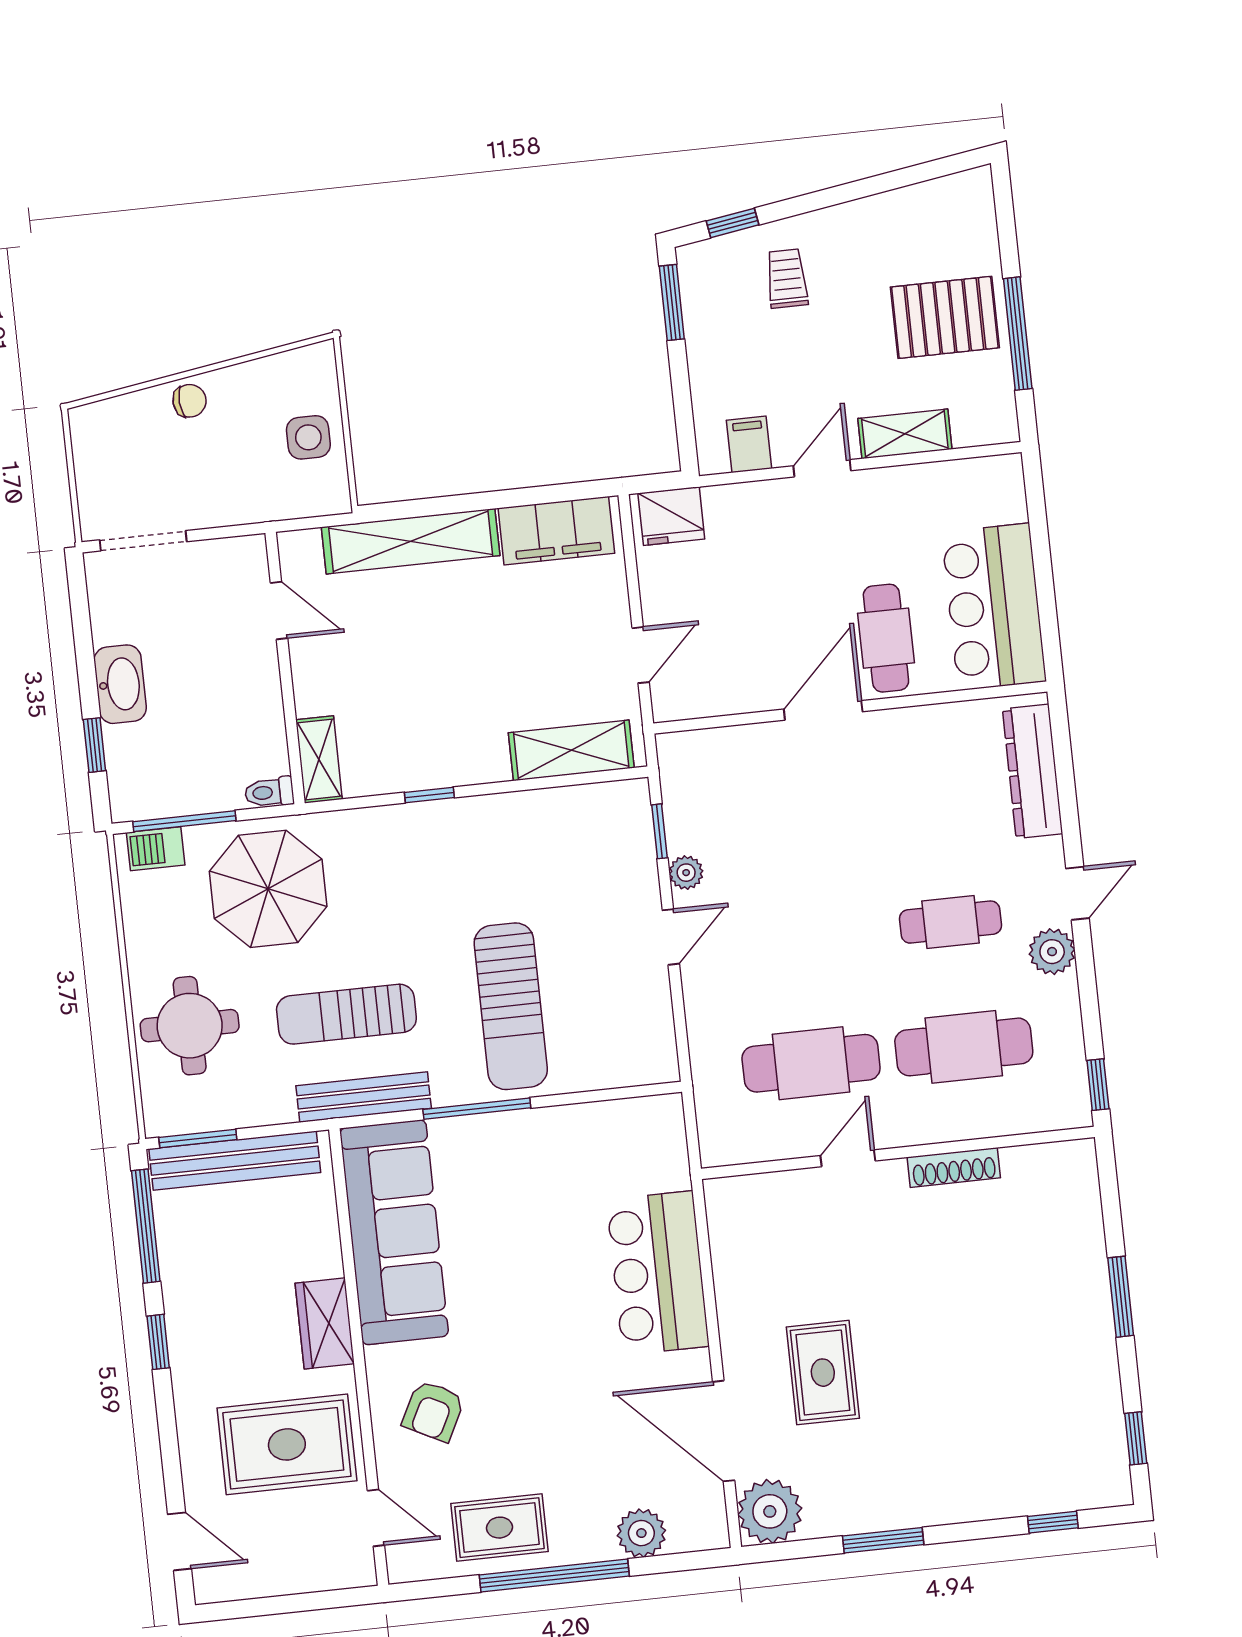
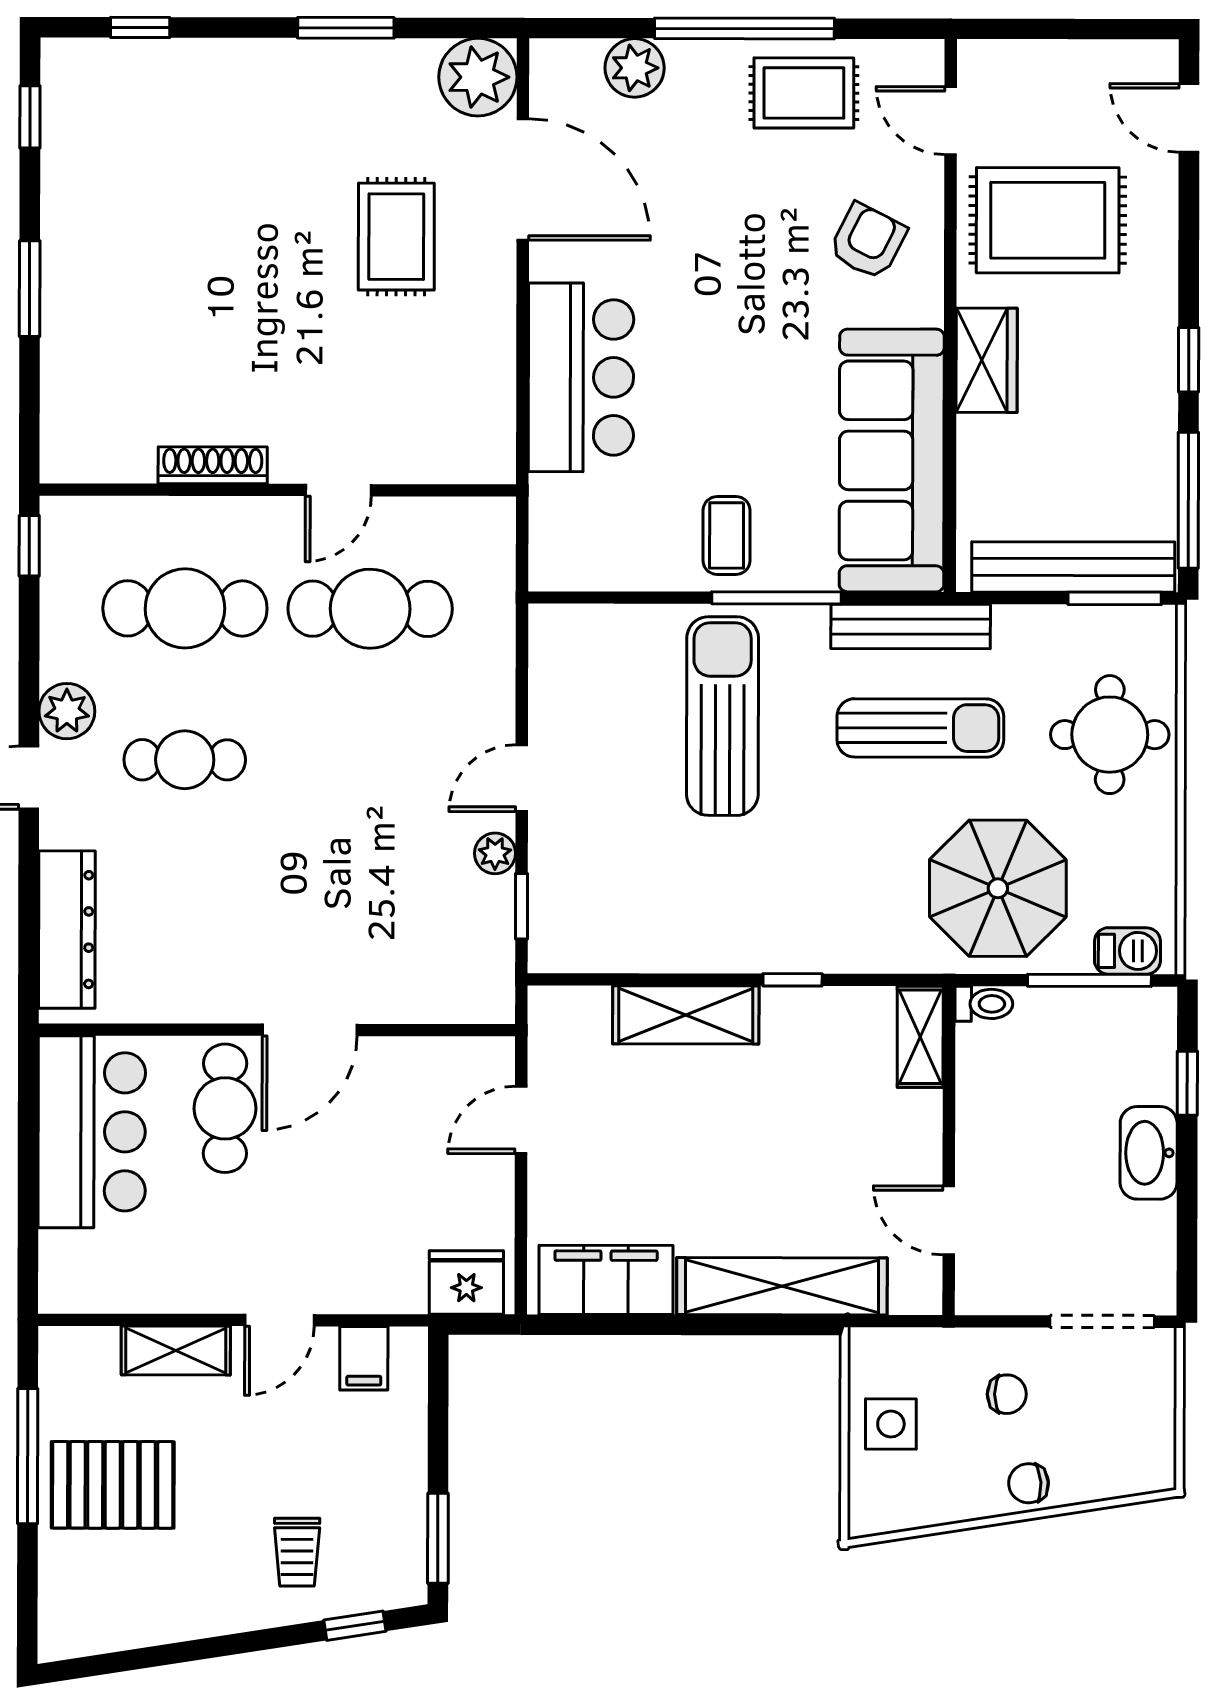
chair: (215, 472) -> (1007, 1394), added
shelving: (571, 750) -> (686, 1015), moved
coffee table: (524, 1156) -> (727, 535), added

